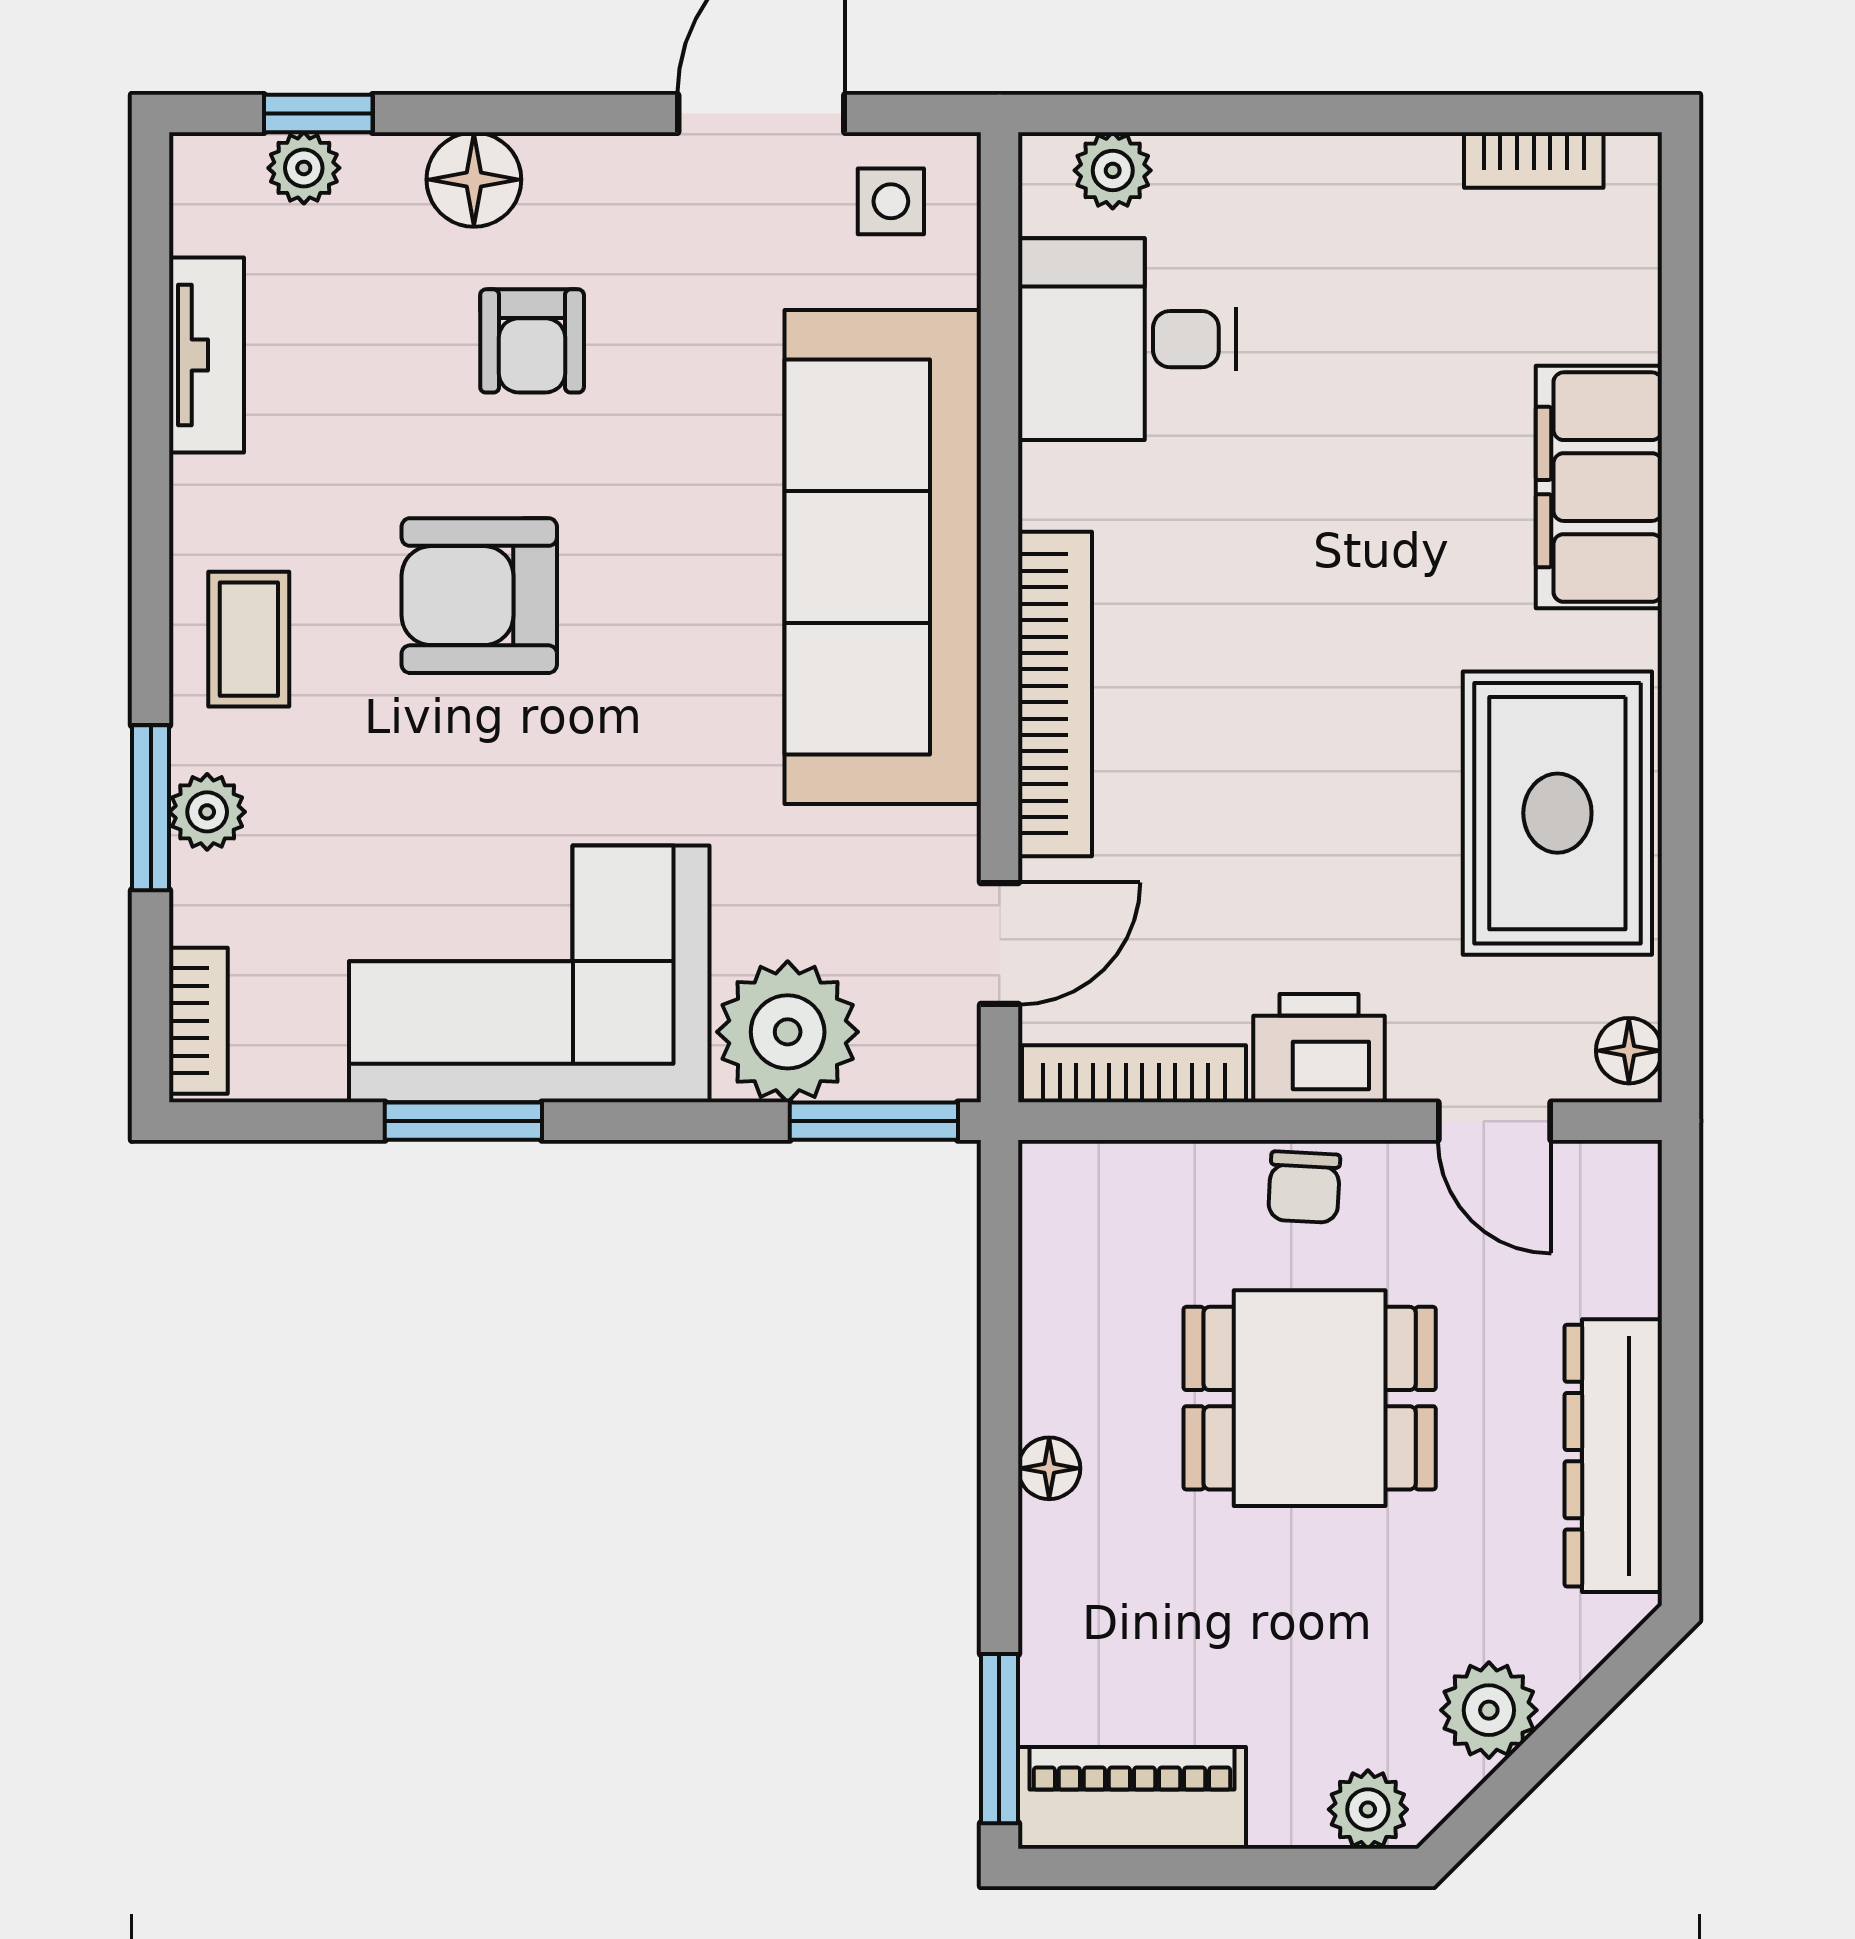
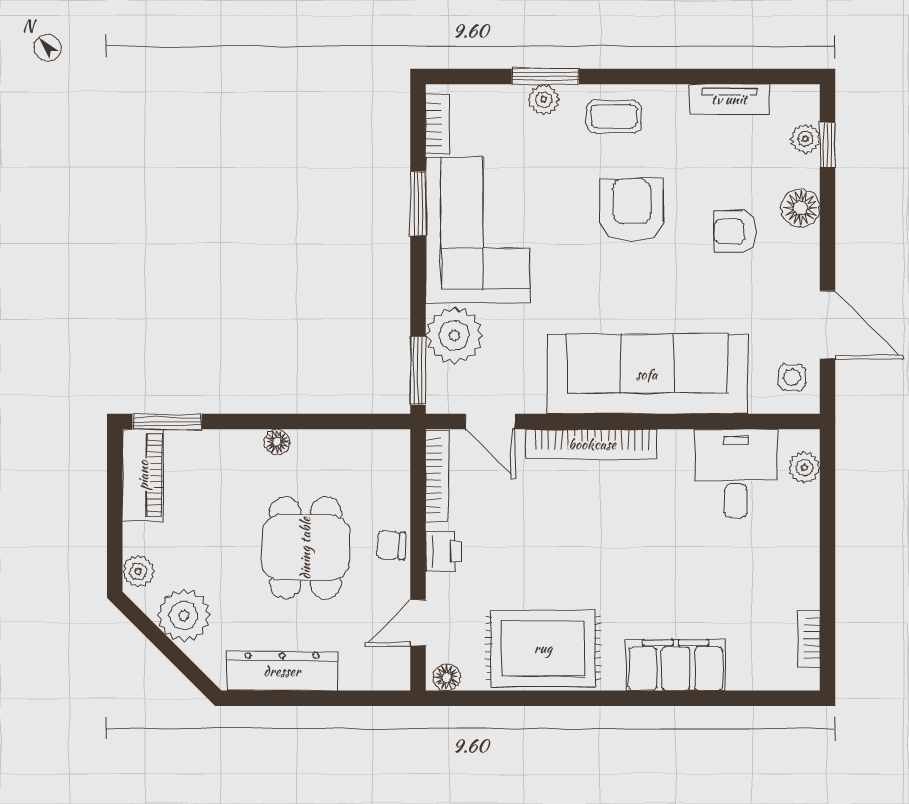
bookcase: (198, 1021) -> (437, 124), moved, turned -90
printer: (1319, 1048) -> (443, 551), width x0.73, depth x0.81
plant: (1489, 1710) -> (184, 615), width x1.36, depth x1.36

